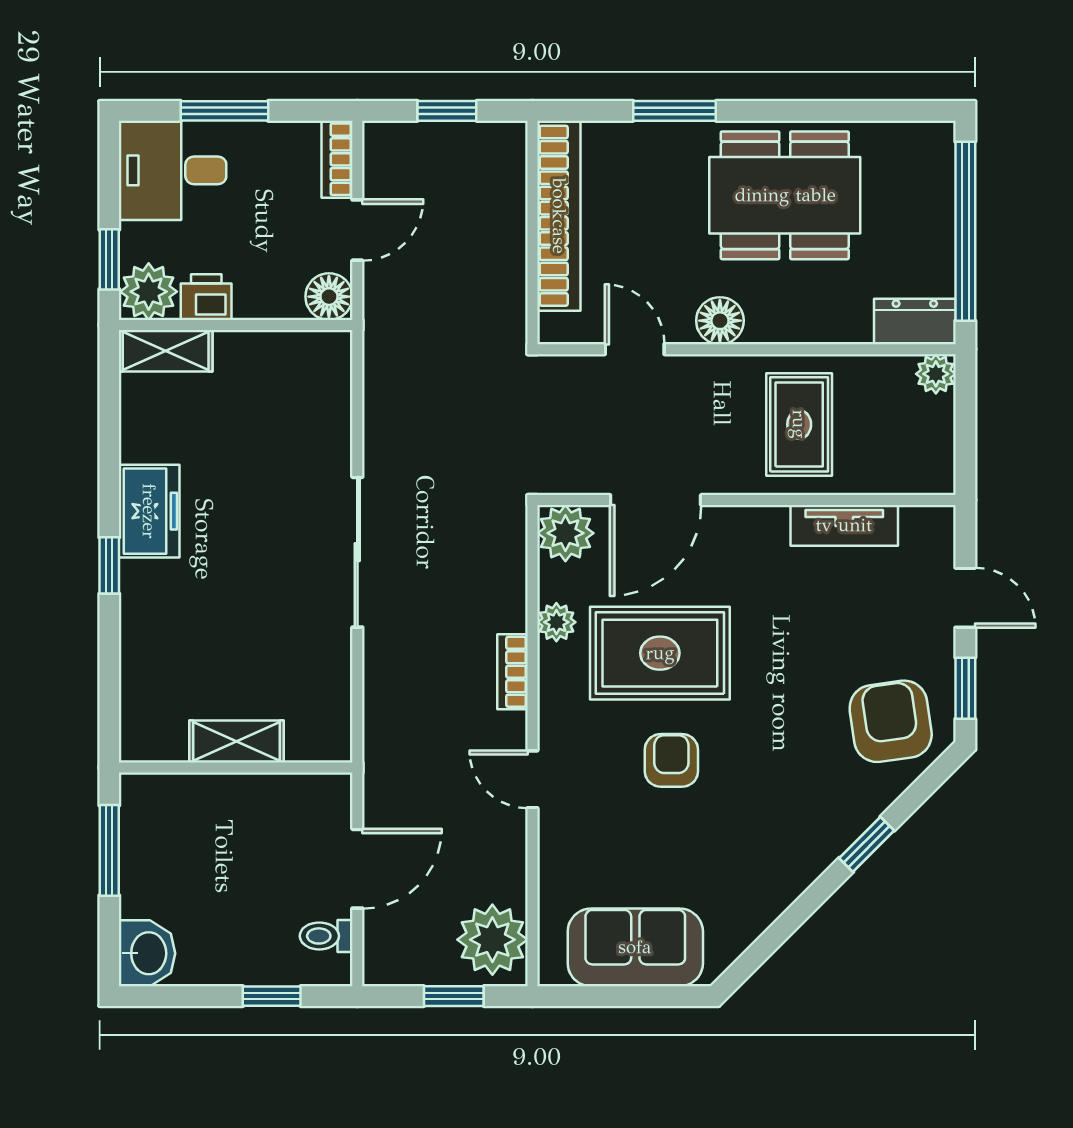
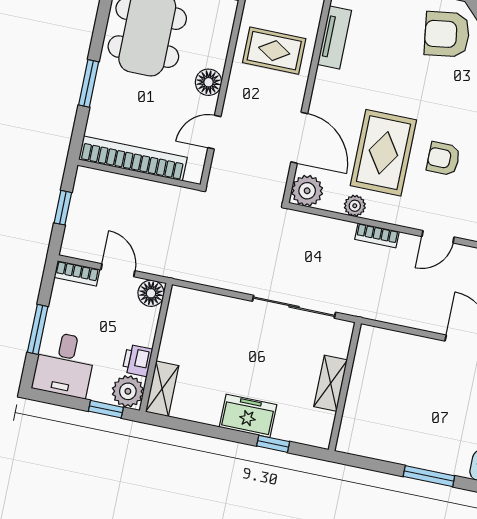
shelving: (236, 741) -> (331, 383), moved
wall: (236, 768) -> (345, 387), moved

